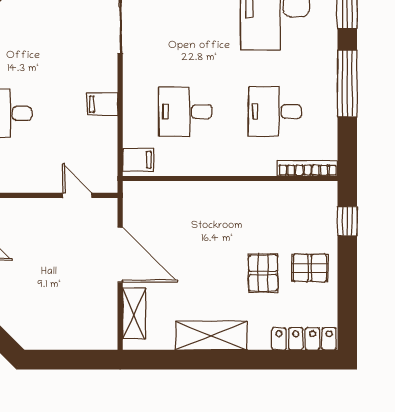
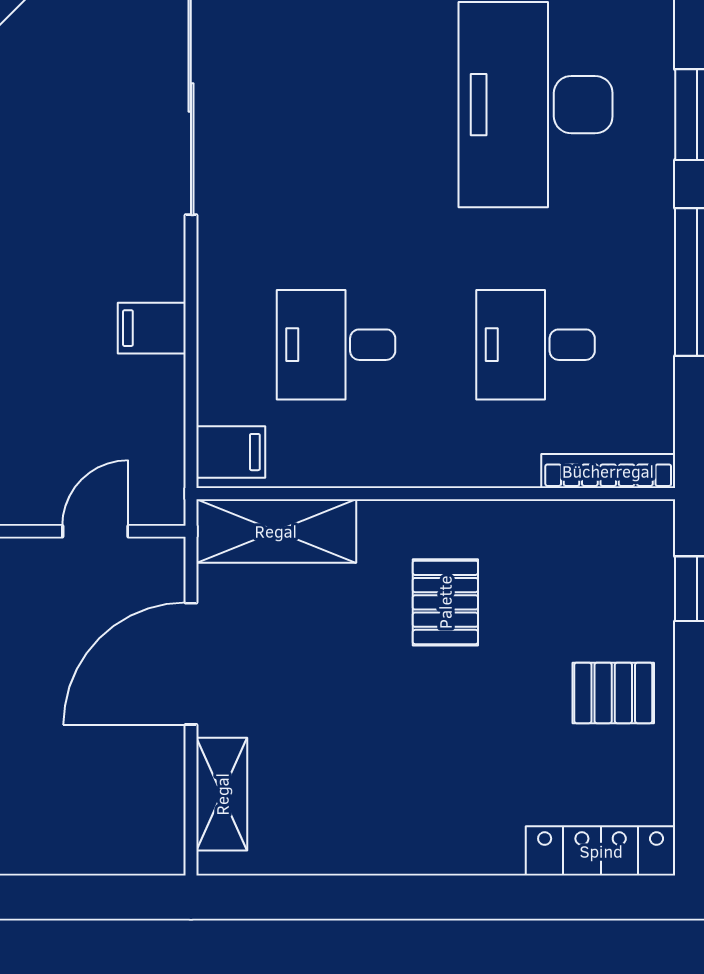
door: (77, 195) -> (95, 531), hinge flipped
door: (120, 255) -> (191, 664), swing flipped
pallet: (263, 273) -> (445, 602), moved
shelving: (211, 336) -> (276, 531), moved

